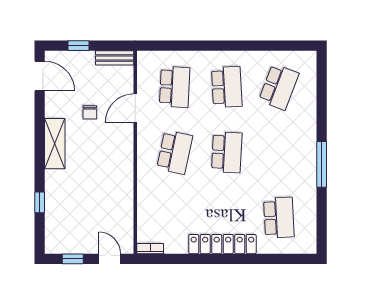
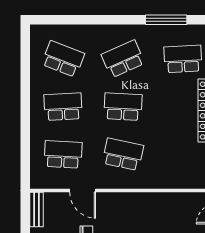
school desk: (279, 152) -> (123, 59), added
window: (322, 164) -> (166, 20), moved

